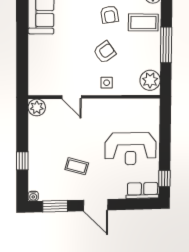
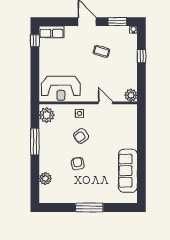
coffee table: (143, 22) -> (52, 158), removed
reception desk: (131, 149) -> (61, 88), moved, turned 180

